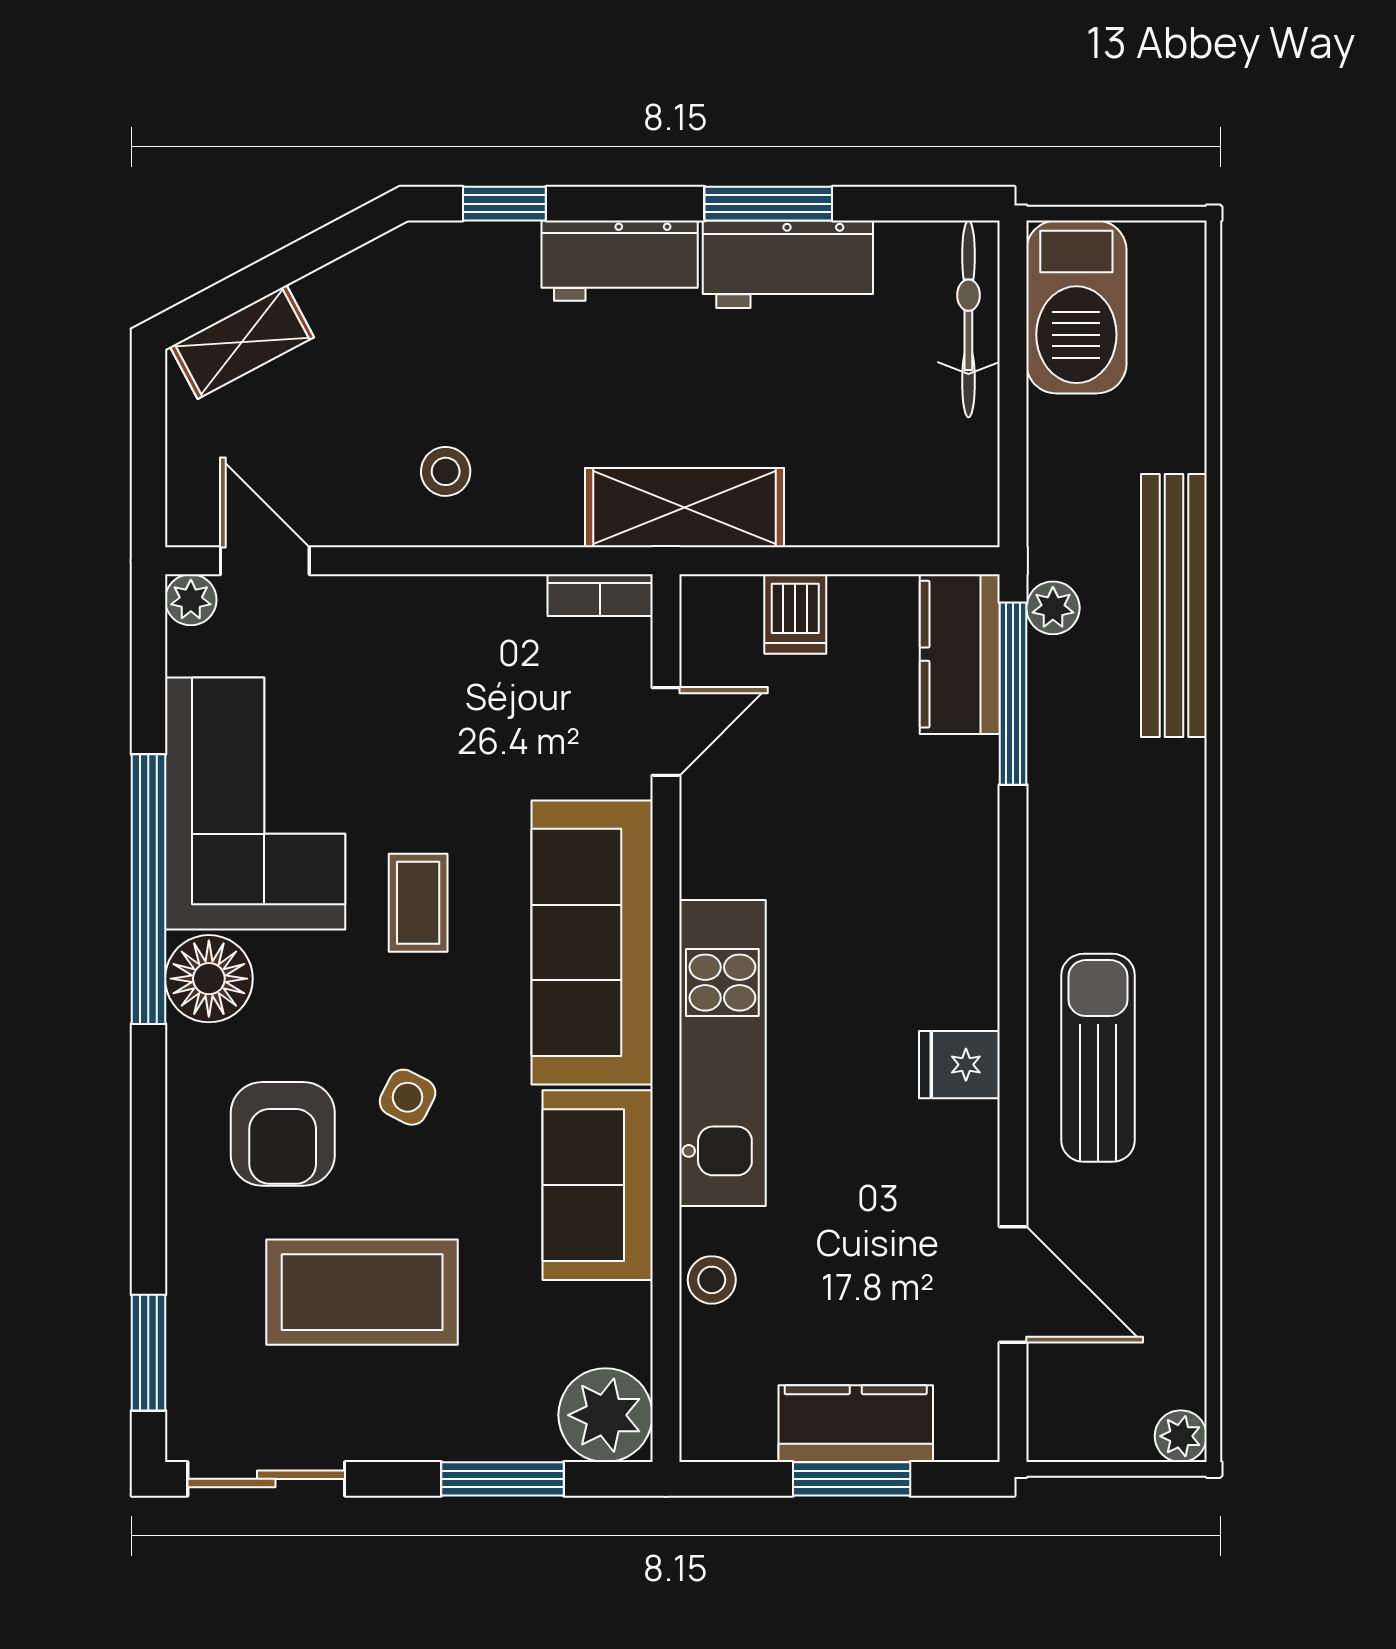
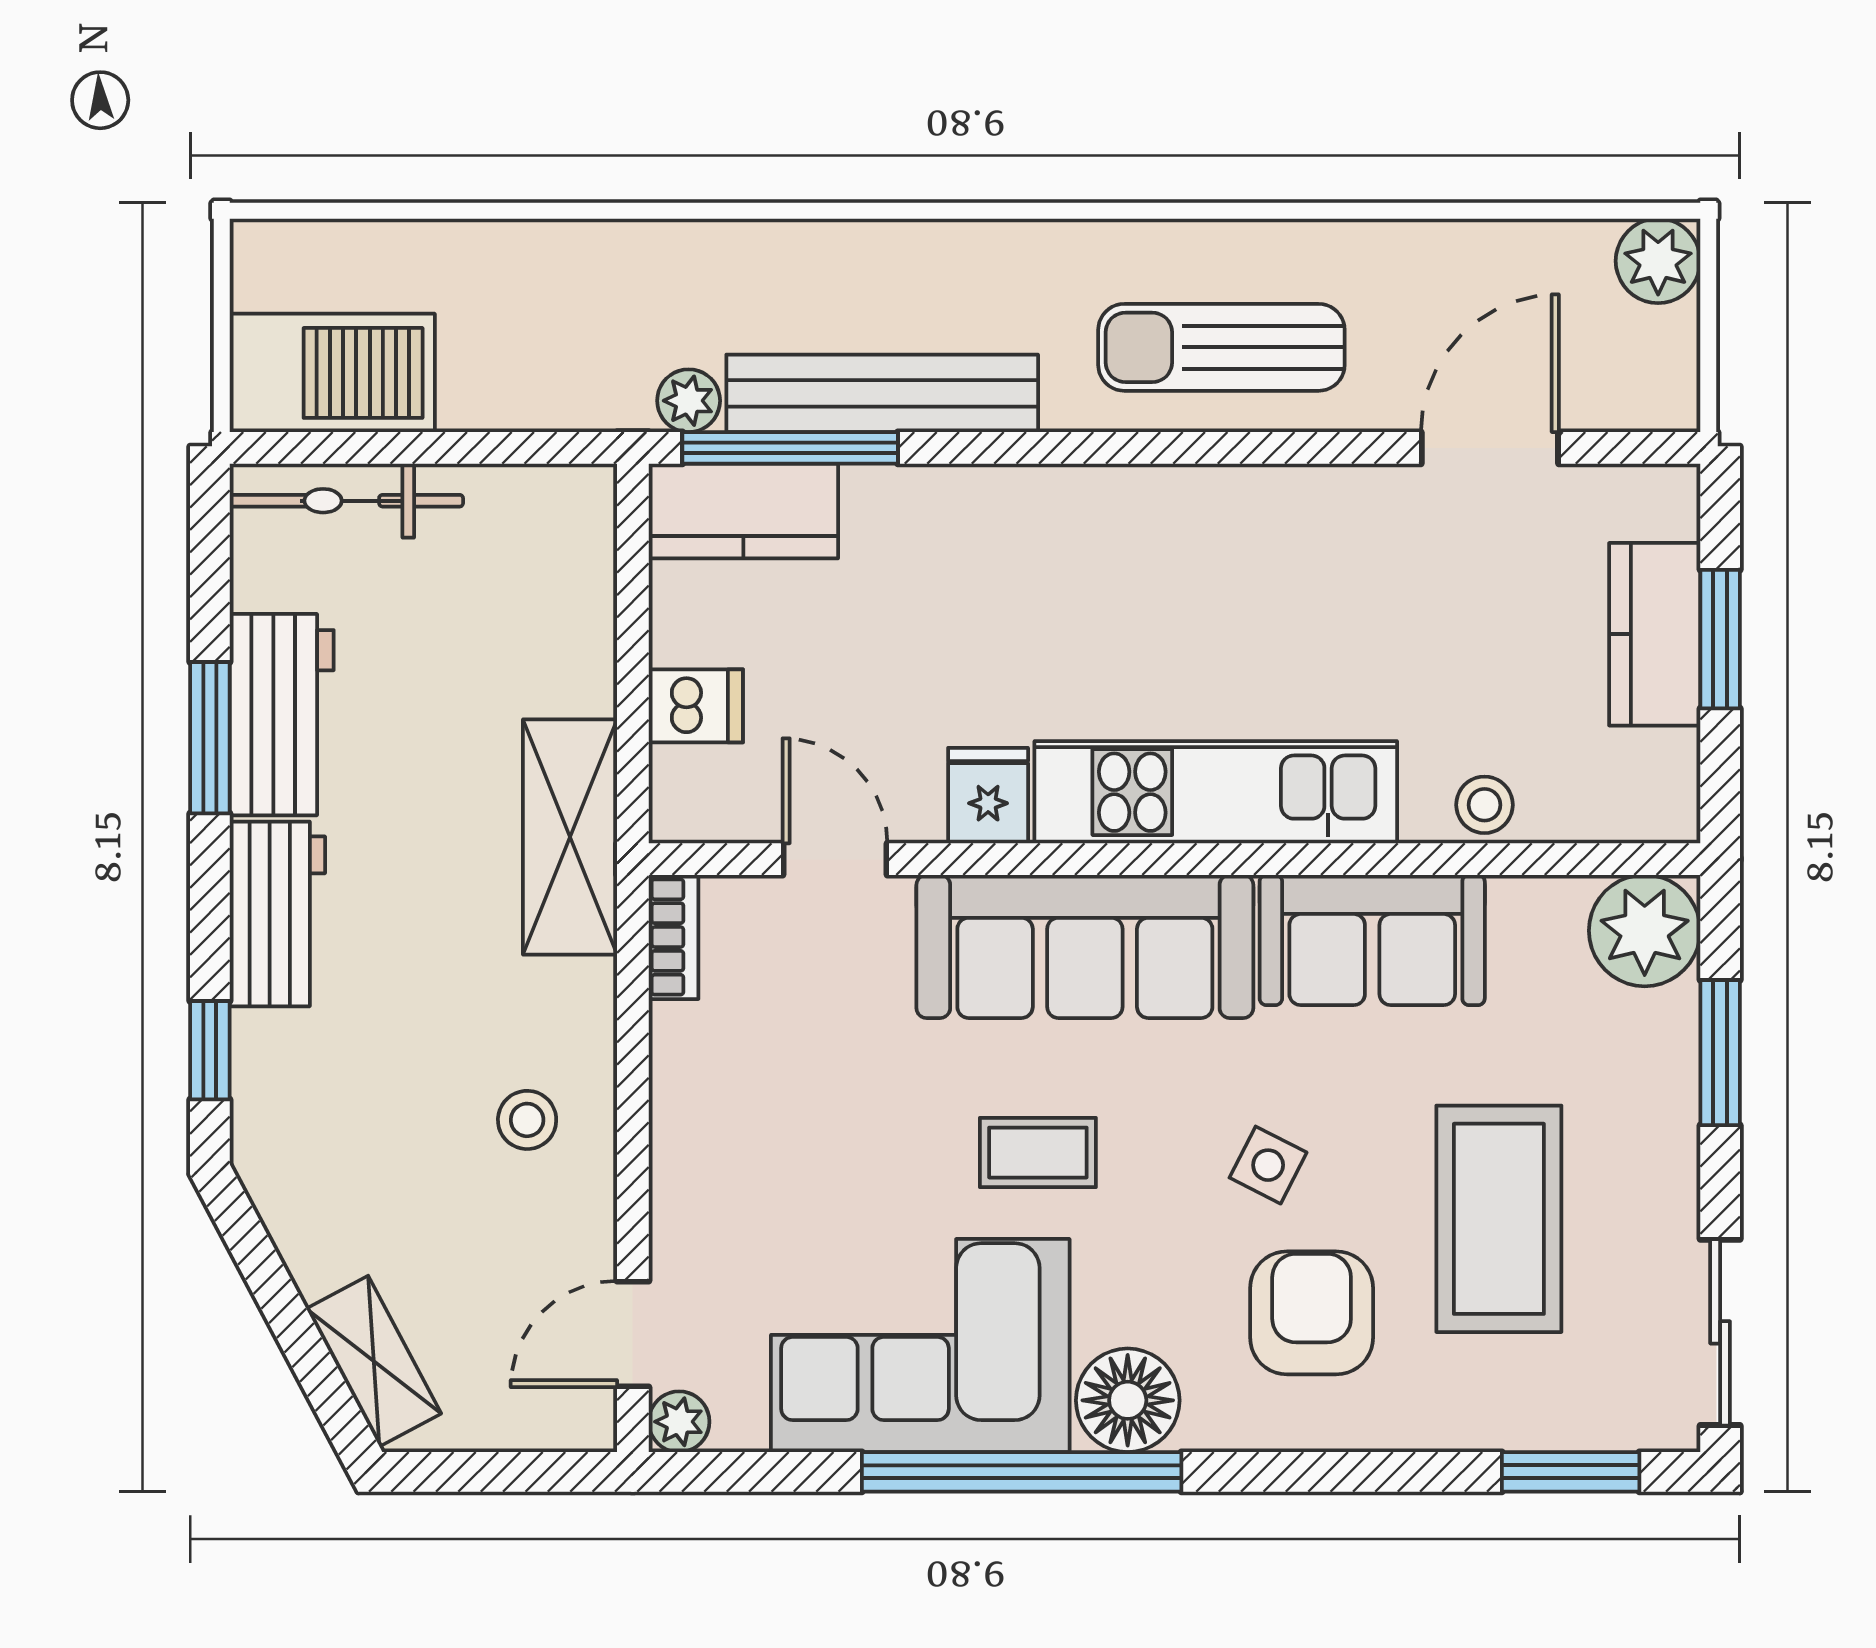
bench: (1174, 606) -> (882, 393), moved
fridge: (959, 1065) -> (988, 796), moved, turned 180
armchair: (283, 1134) -> (1312, 1313), turned -90
plant: (1181, 1436) -> (1658, 261), width x1.38, depth x1.38

